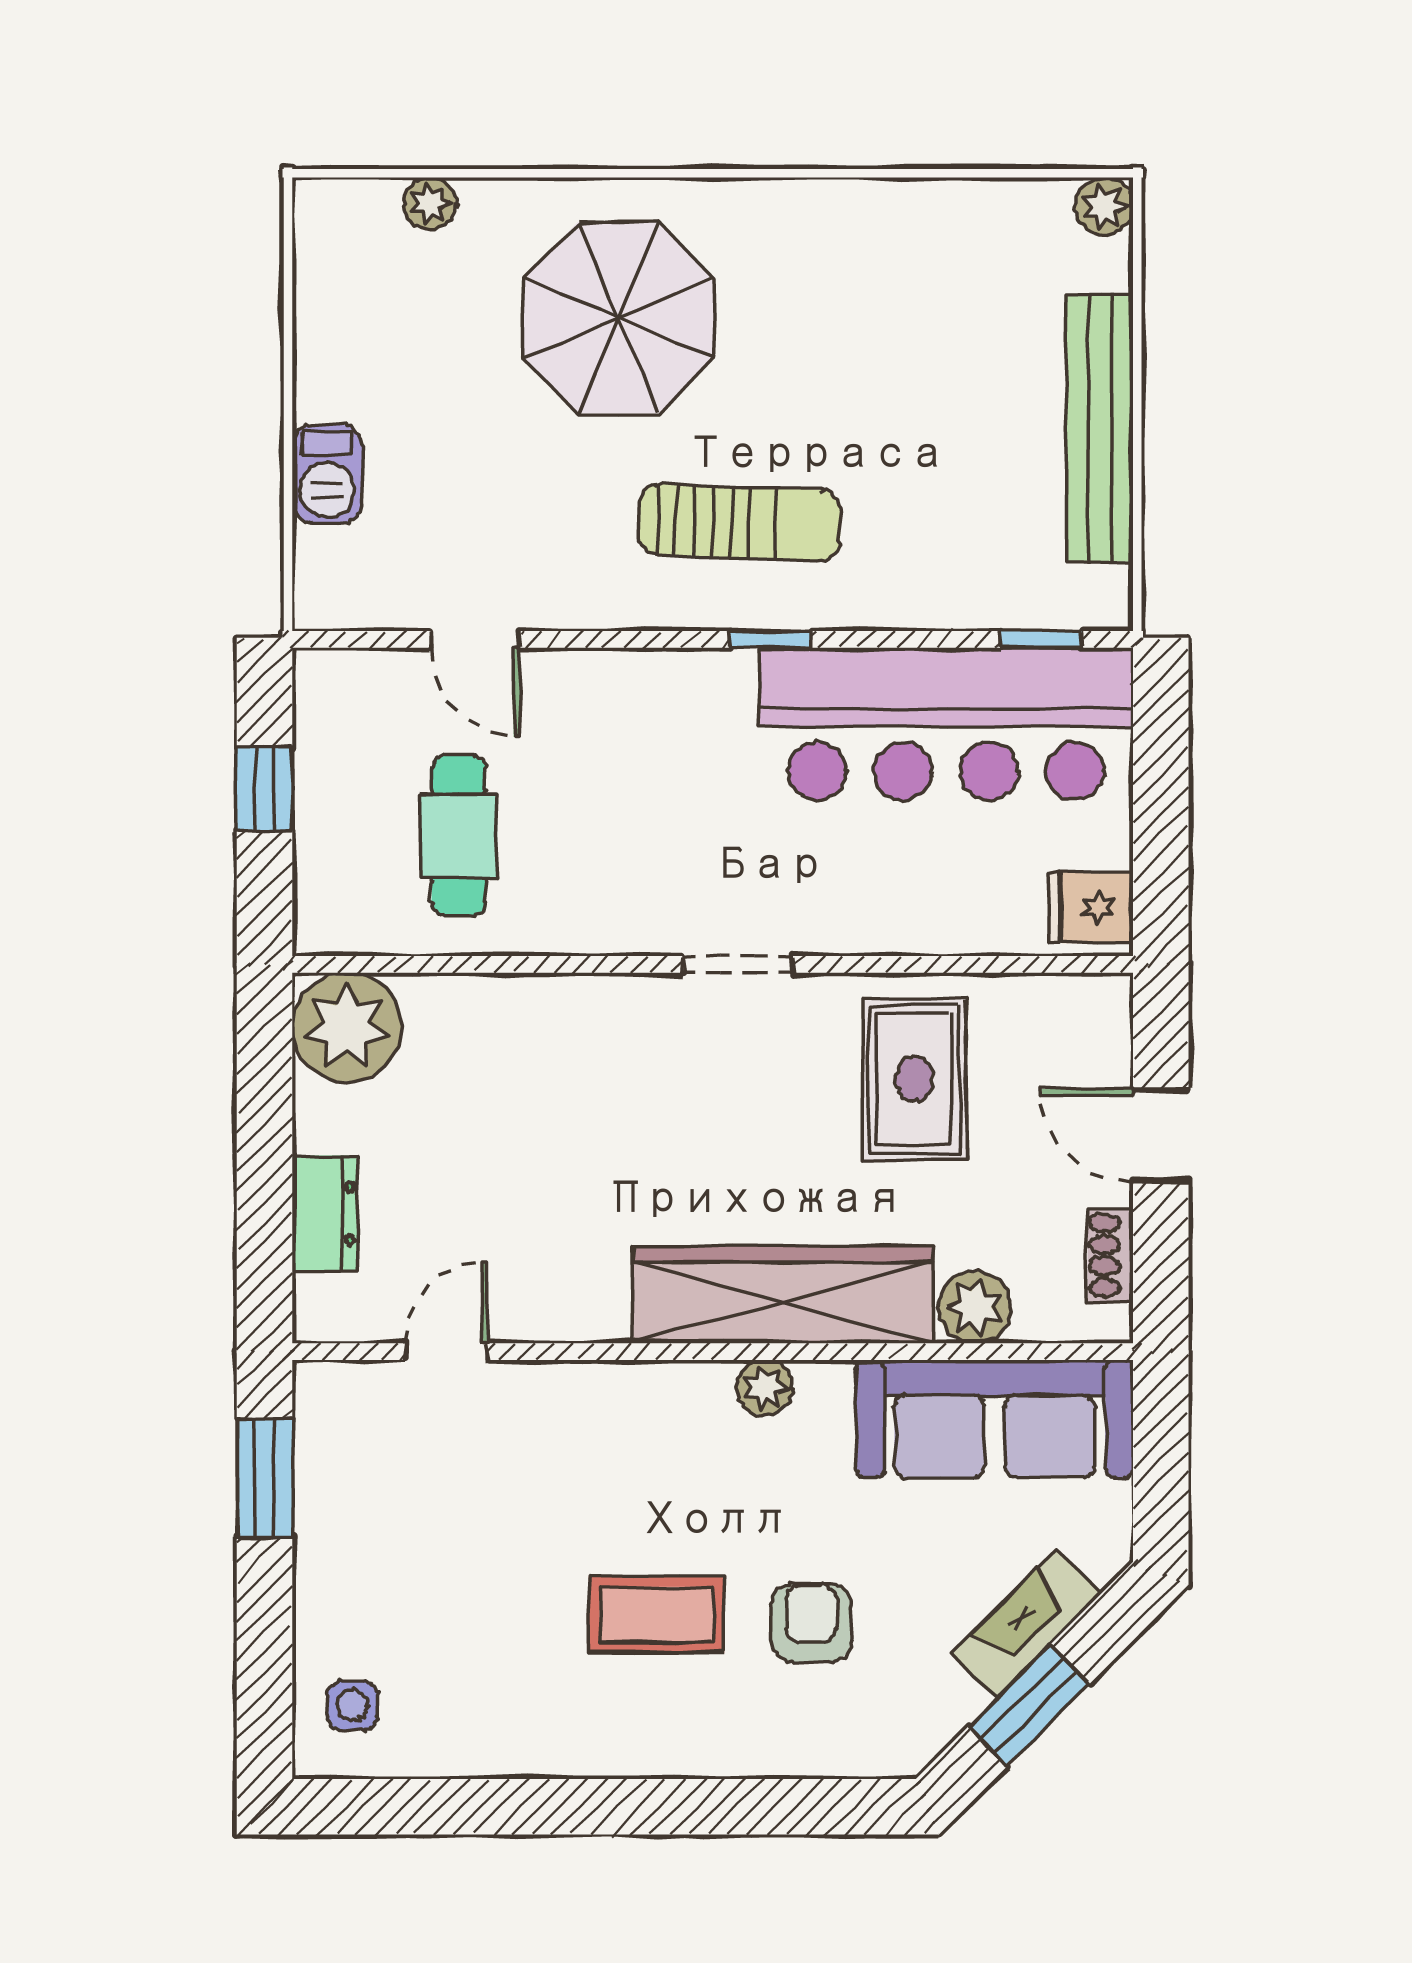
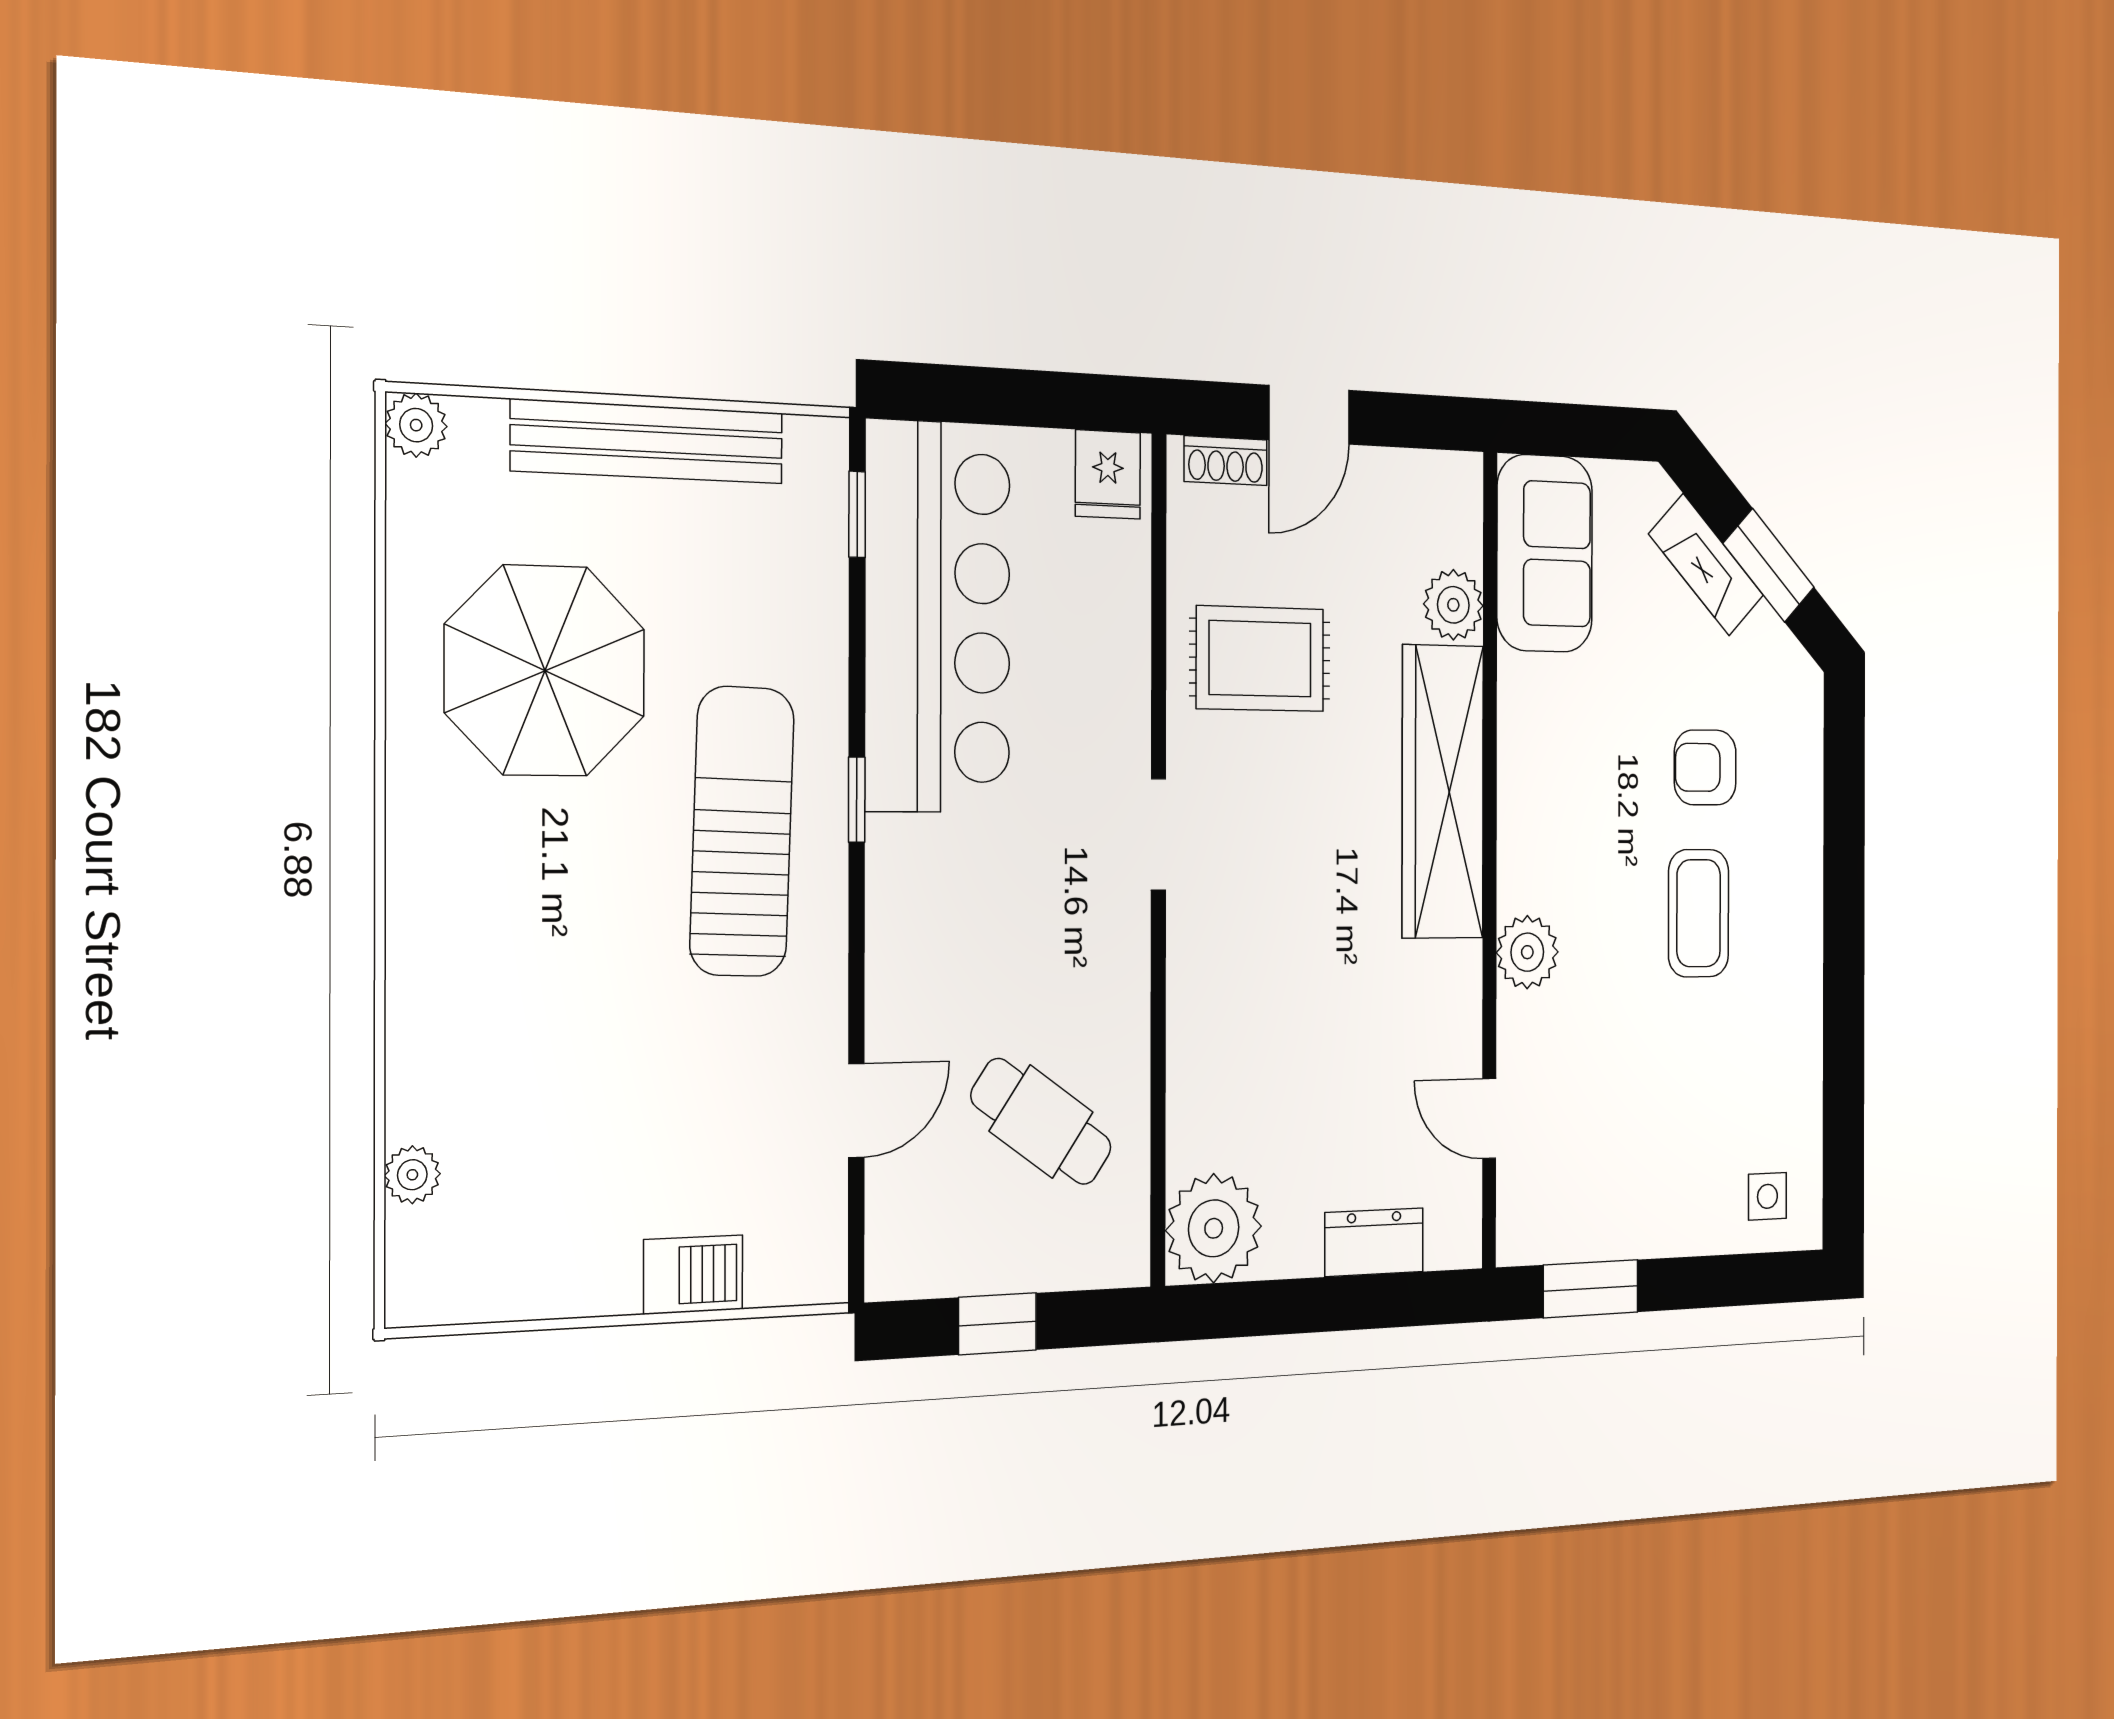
parasol: (618, 318) -> (545, 671), moved
sun lounger: (740, 522) -> (742, 831), width x1.36, depth x1.34
cafe table: (459, 836) -> (1041, 1122), turned 35
shoe rack: (1110, 1255) -> (1226, 461), moved
plant: (765, 1388) -> (1527, 952), moved, width x1.38, depth x1.38
sofa: (995, 1419) -> (1545, 553), width x0.73

